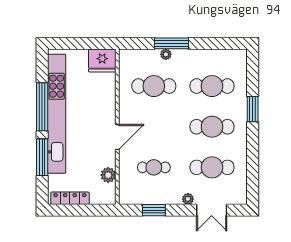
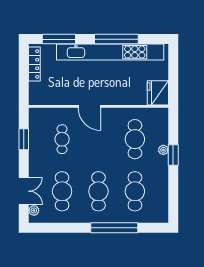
window: (171, 43) -> (173, 155), width x0.69
window: (253, 109) -> (114, 228), width x2.11
window: (42, 157) -> (59, 39), moved
plant: (108, 175) -> (55, 98), removed
plant: (188, 199) -> (34, 210), moved
double door: (212, 210) -> (24, 191), swing flipped

